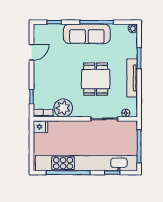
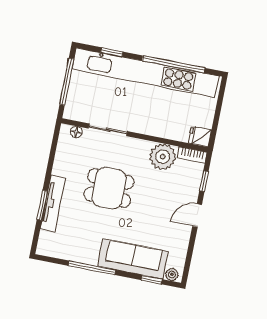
plant: (133, 28) -> (172, 274), moved
sofa: (87, 34) -> (133, 259), moved
door: (32, 52) -> (197, 215), moved
tv unit: (132, 78) -> (53, 203), moved
dining table: (96, 79) -> (109, 188), turned 90

